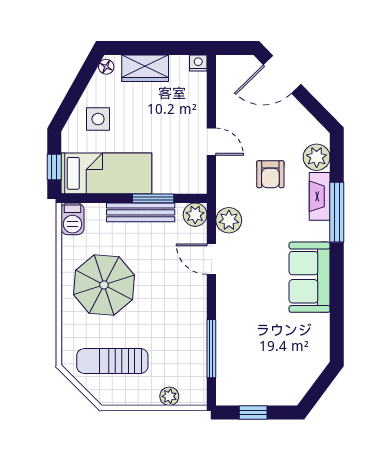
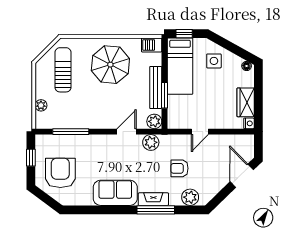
wardrobe: (145, 68) -> (246, 102), moved
fireplace: (320, 196) -> (153, 199), moved
armchair: (278, 365) -> (60, 173), added

